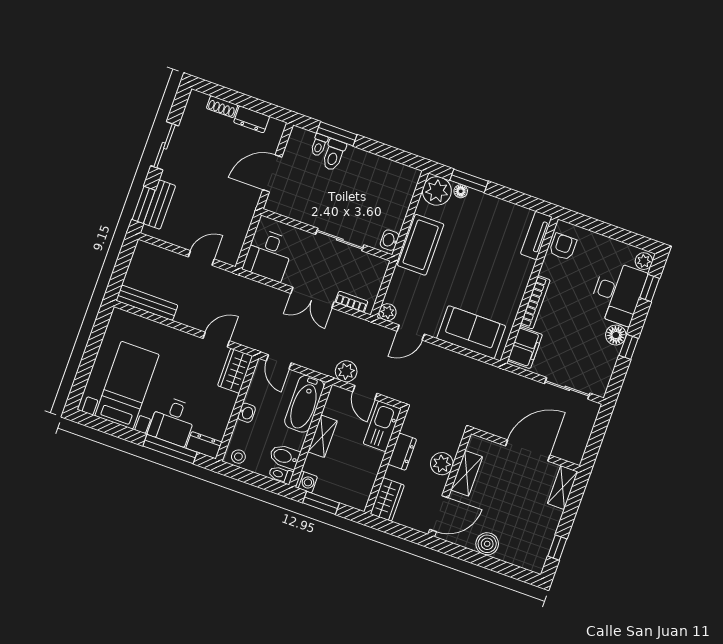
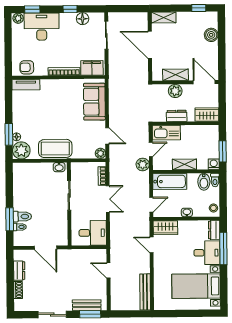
floor lamp: (616, 335) -> (83, 19), moved
boiler: (487, 544) -> (211, 35), moved

